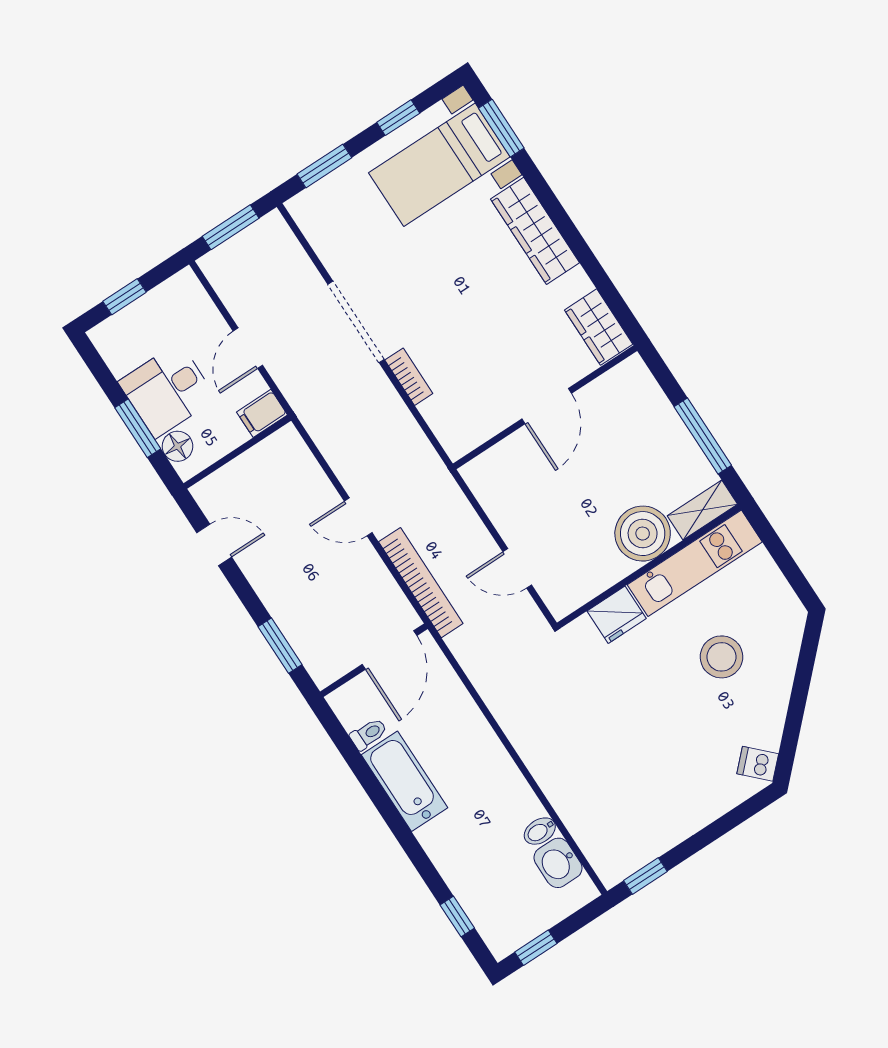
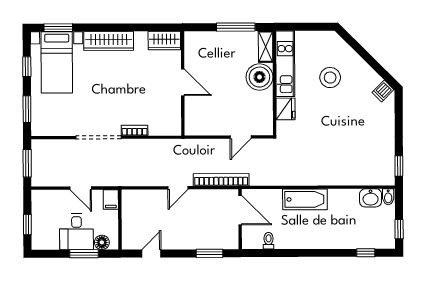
bathtub: (405, 781) -> (305, 199), moved, turned 180
bidet: (540, 831) -> (388, 197), moved

